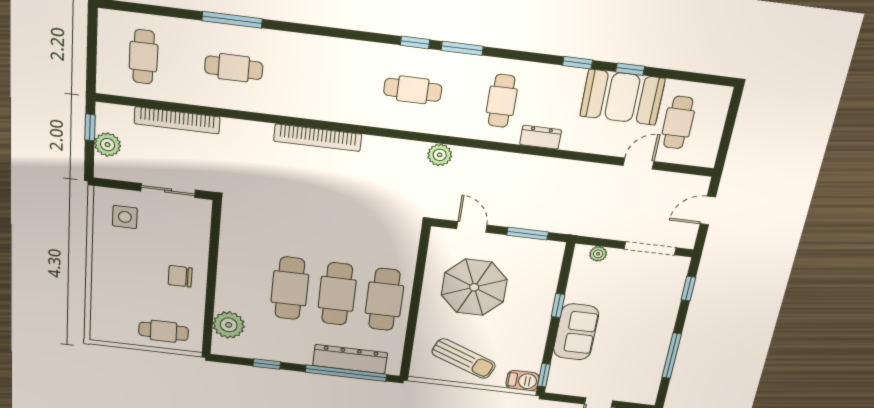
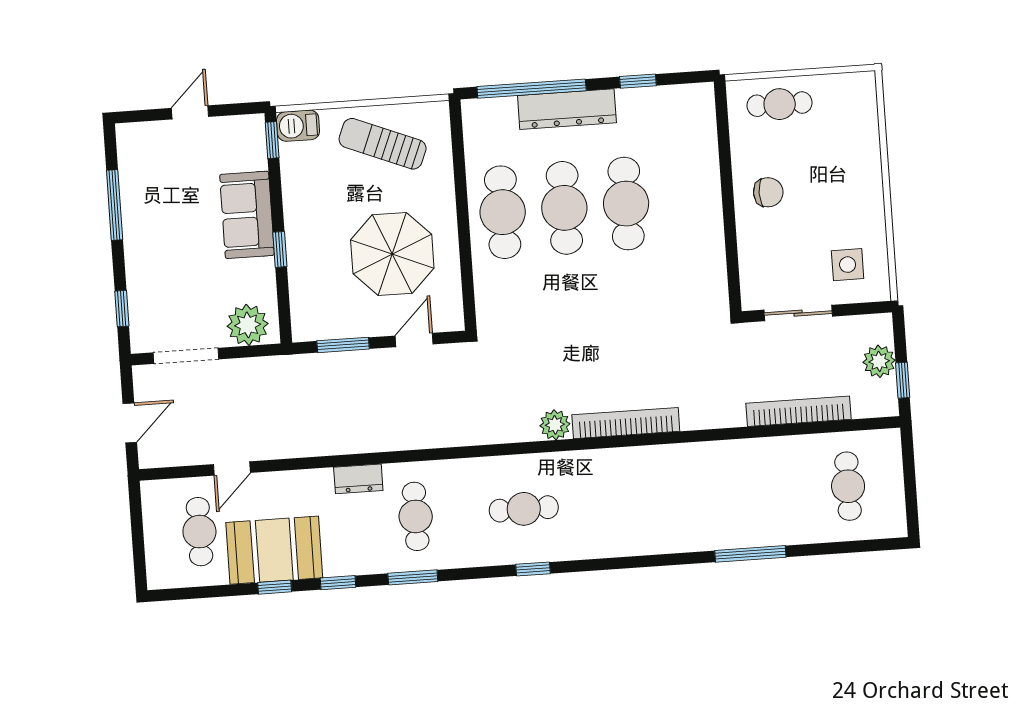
window: (462, 48) -> (413, 577), moved
cafe table: (234, 68) -> (740, 494), removed
plant: (440, 155) -> (555, 425), moved
door: (472, 227) -> (414, 340), swing flipped
plant: (598, 254) -> (248, 325), width x1.88, depth x1.88
plant: (229, 325) -> (696, 132), removed
dresser: (350, 359) -> (567, 109), moved

